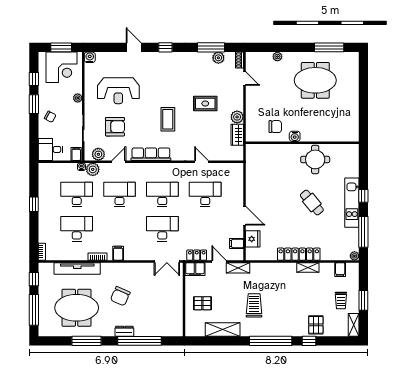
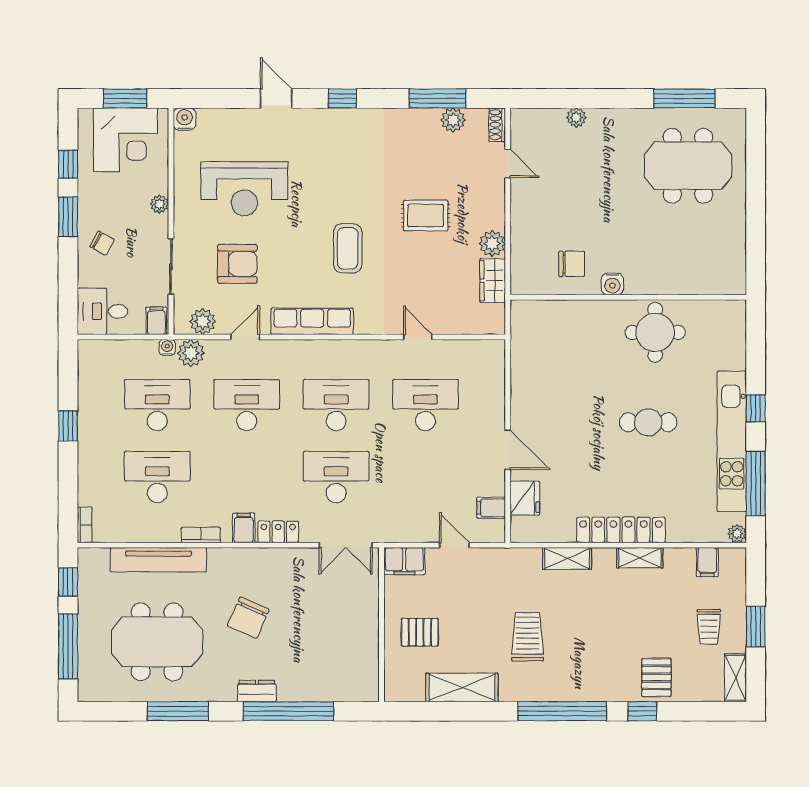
meeting table: (315, 80) -> (688, 166), moved
cafe table: (312, 203) -> (648, 422), turned -50
kitchen unit: (352, 203) -> (732, 441), width x1.36
locker: (197, 255) -> (278, 532), moved
shelving: (238, 268) -> (567, 558), moved

